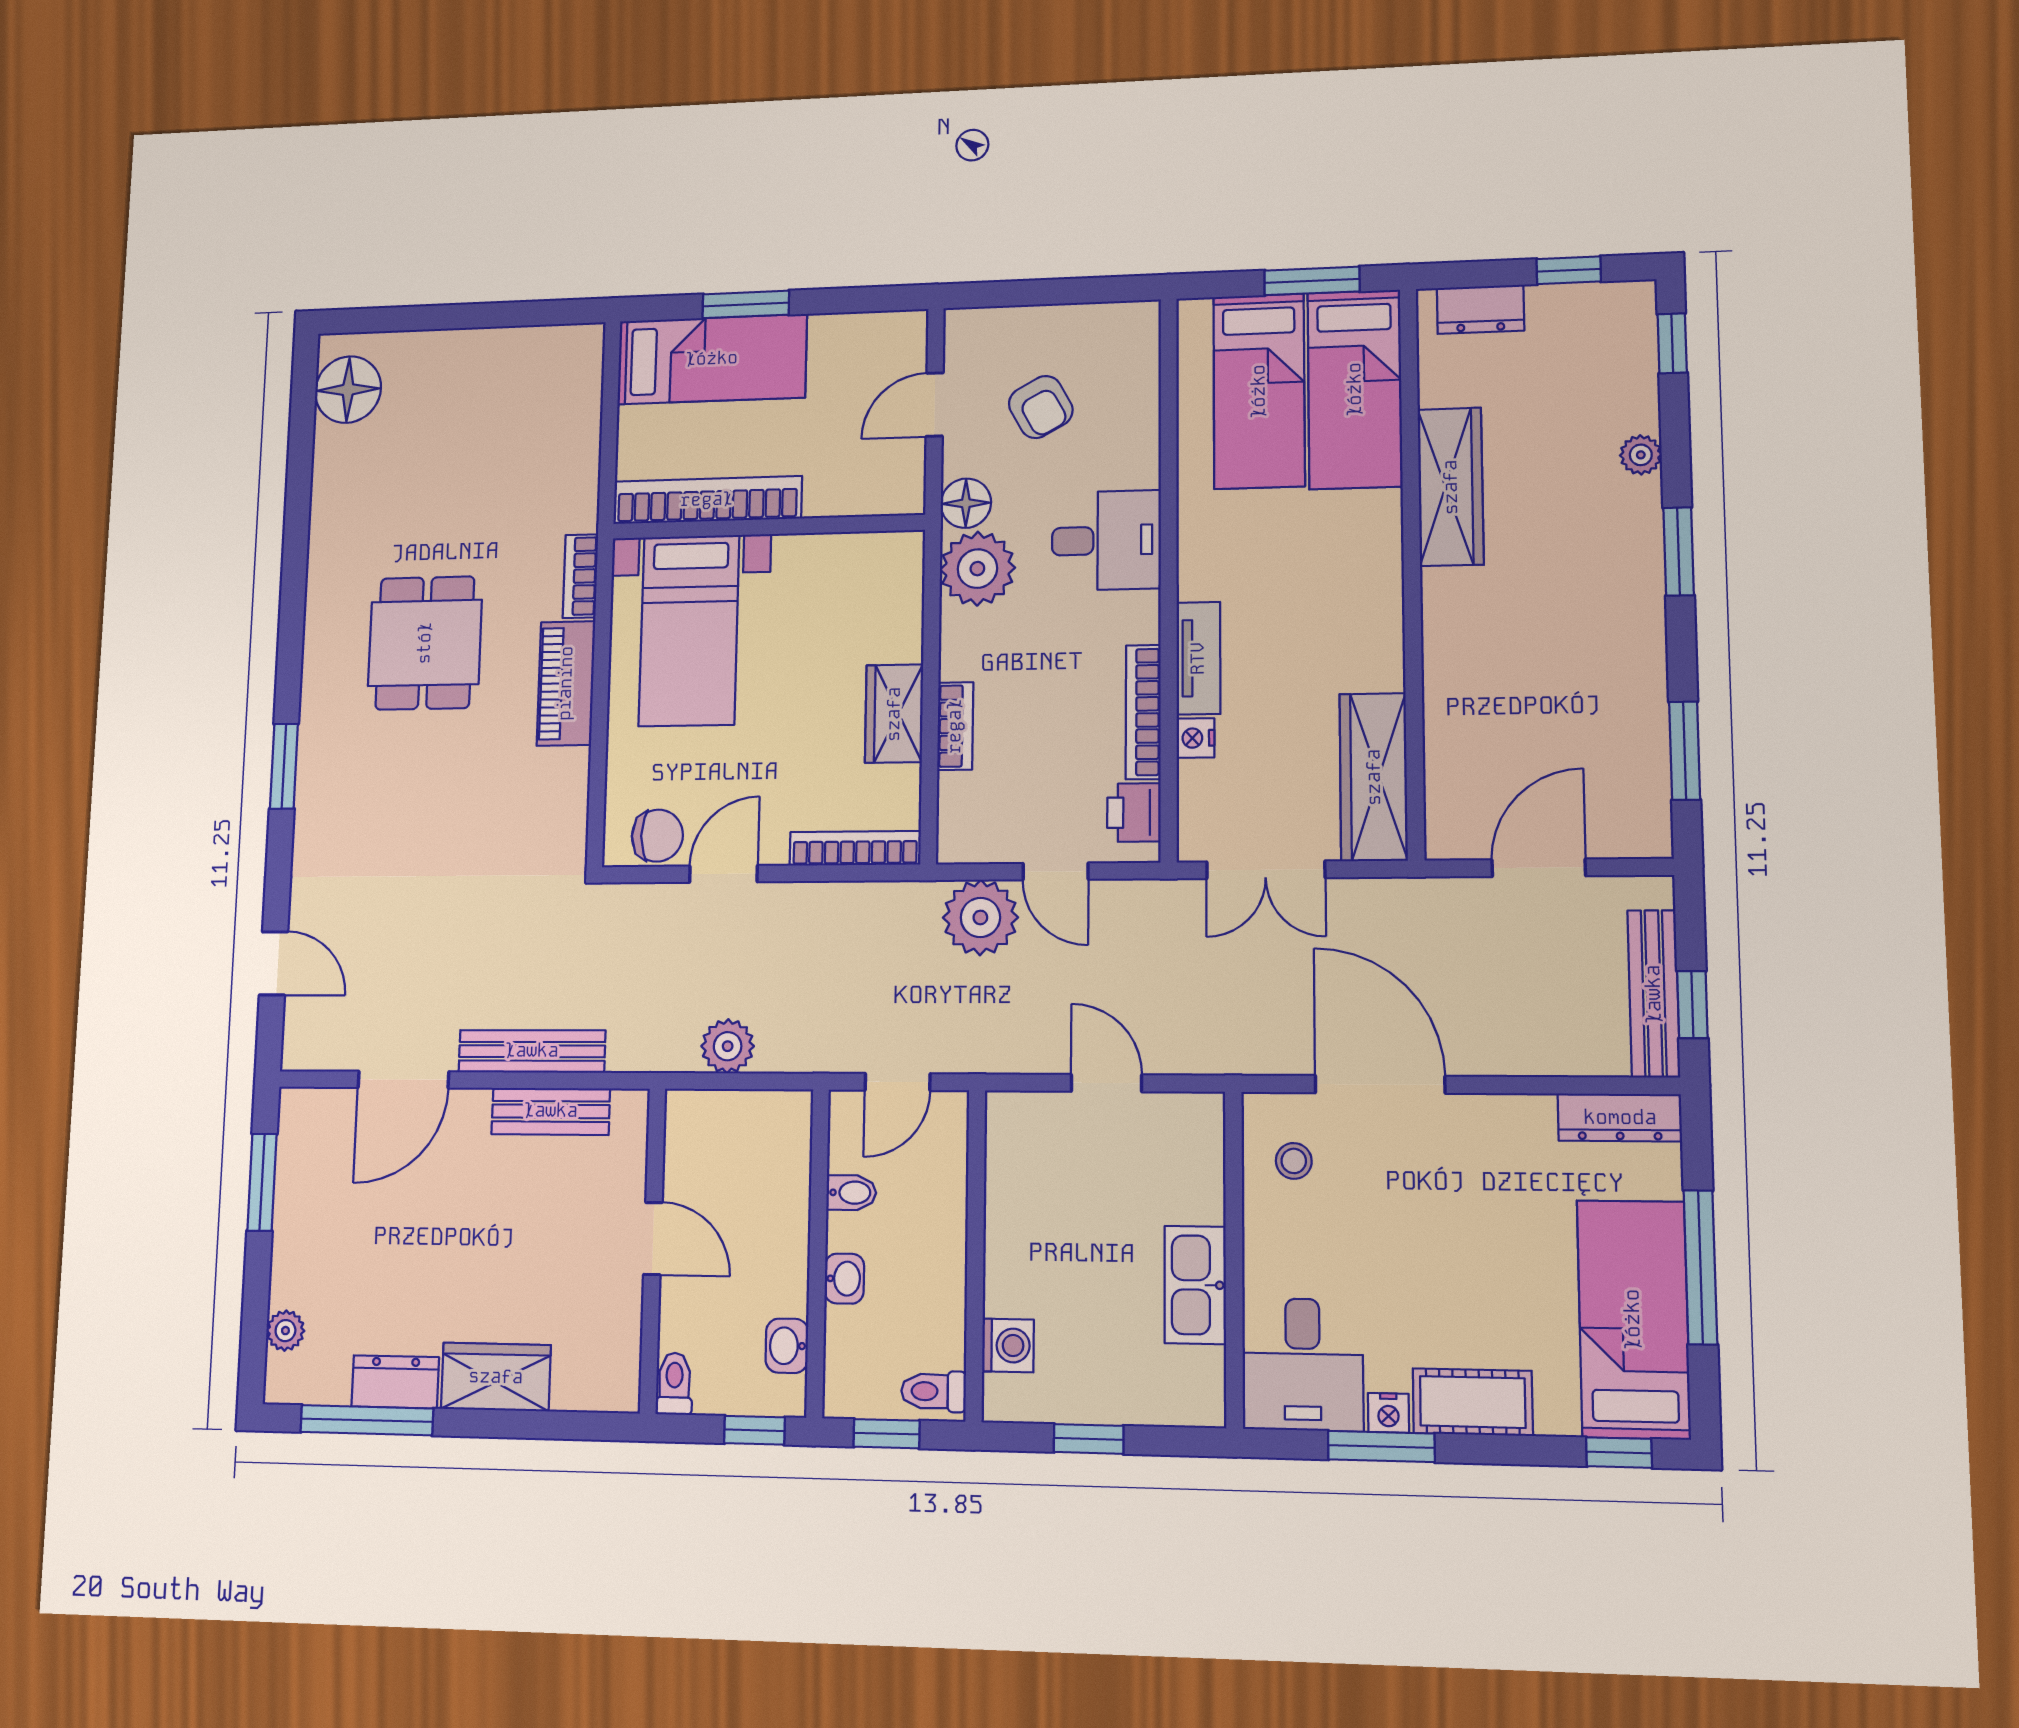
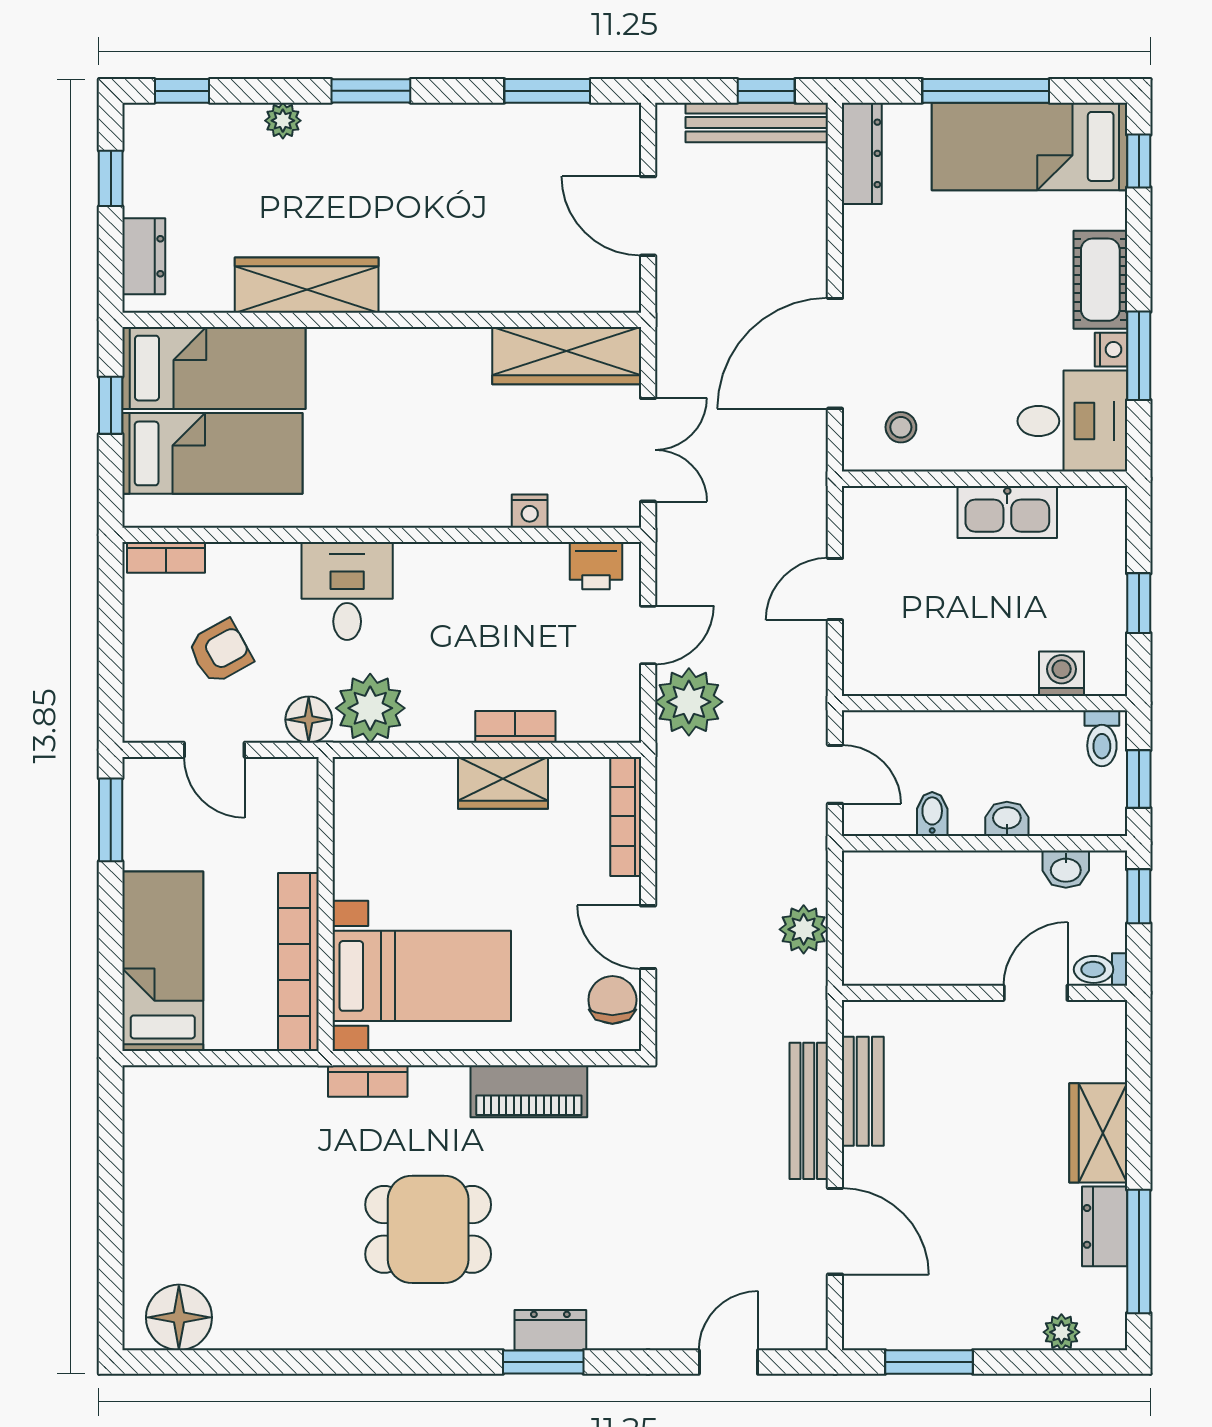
window: (1312, 281) -> (111, 405), width x0.67
window: (746, 304) -> (111, 820), moved
tv unit: (1198, 658) -> (457, 508), removed
piano: (566, 683) -> (529, 1091), moved
bookcase: (1143, 712) -> (166, 557), moved, width x0.64
dresser: (316, 773) -> (550, 1330), added
door: (653, 1238) -> (1036, 993), moved

